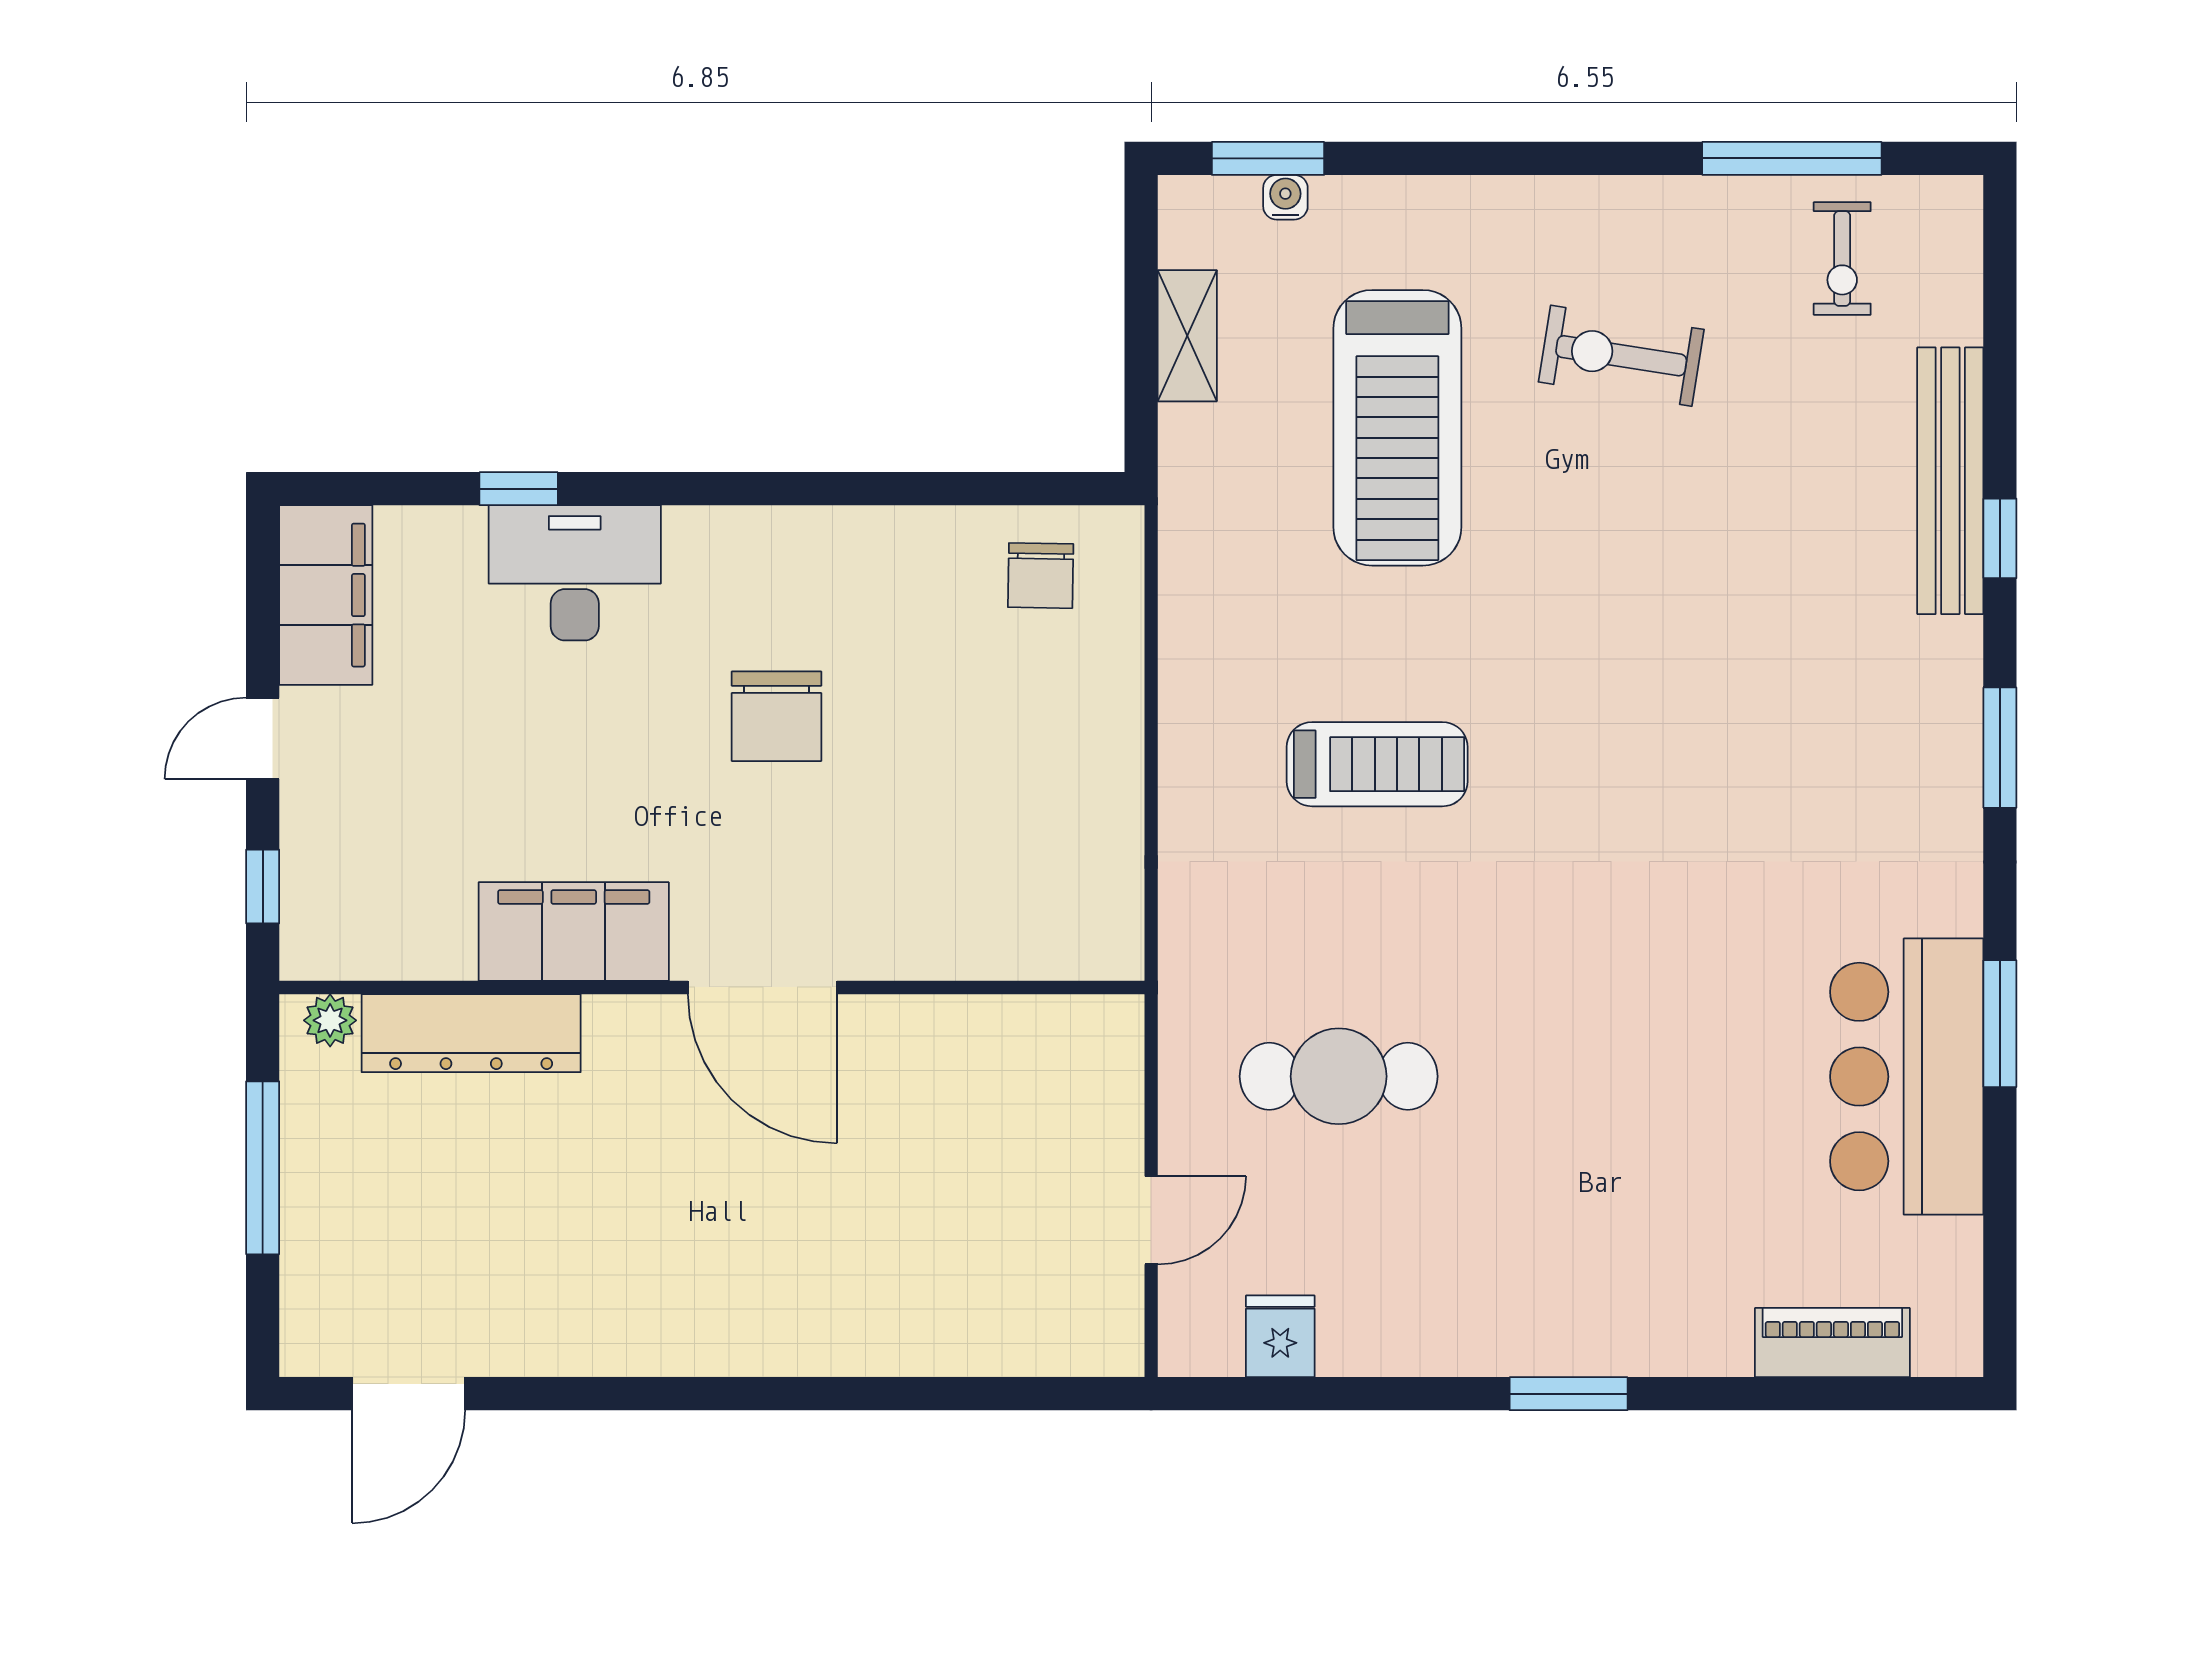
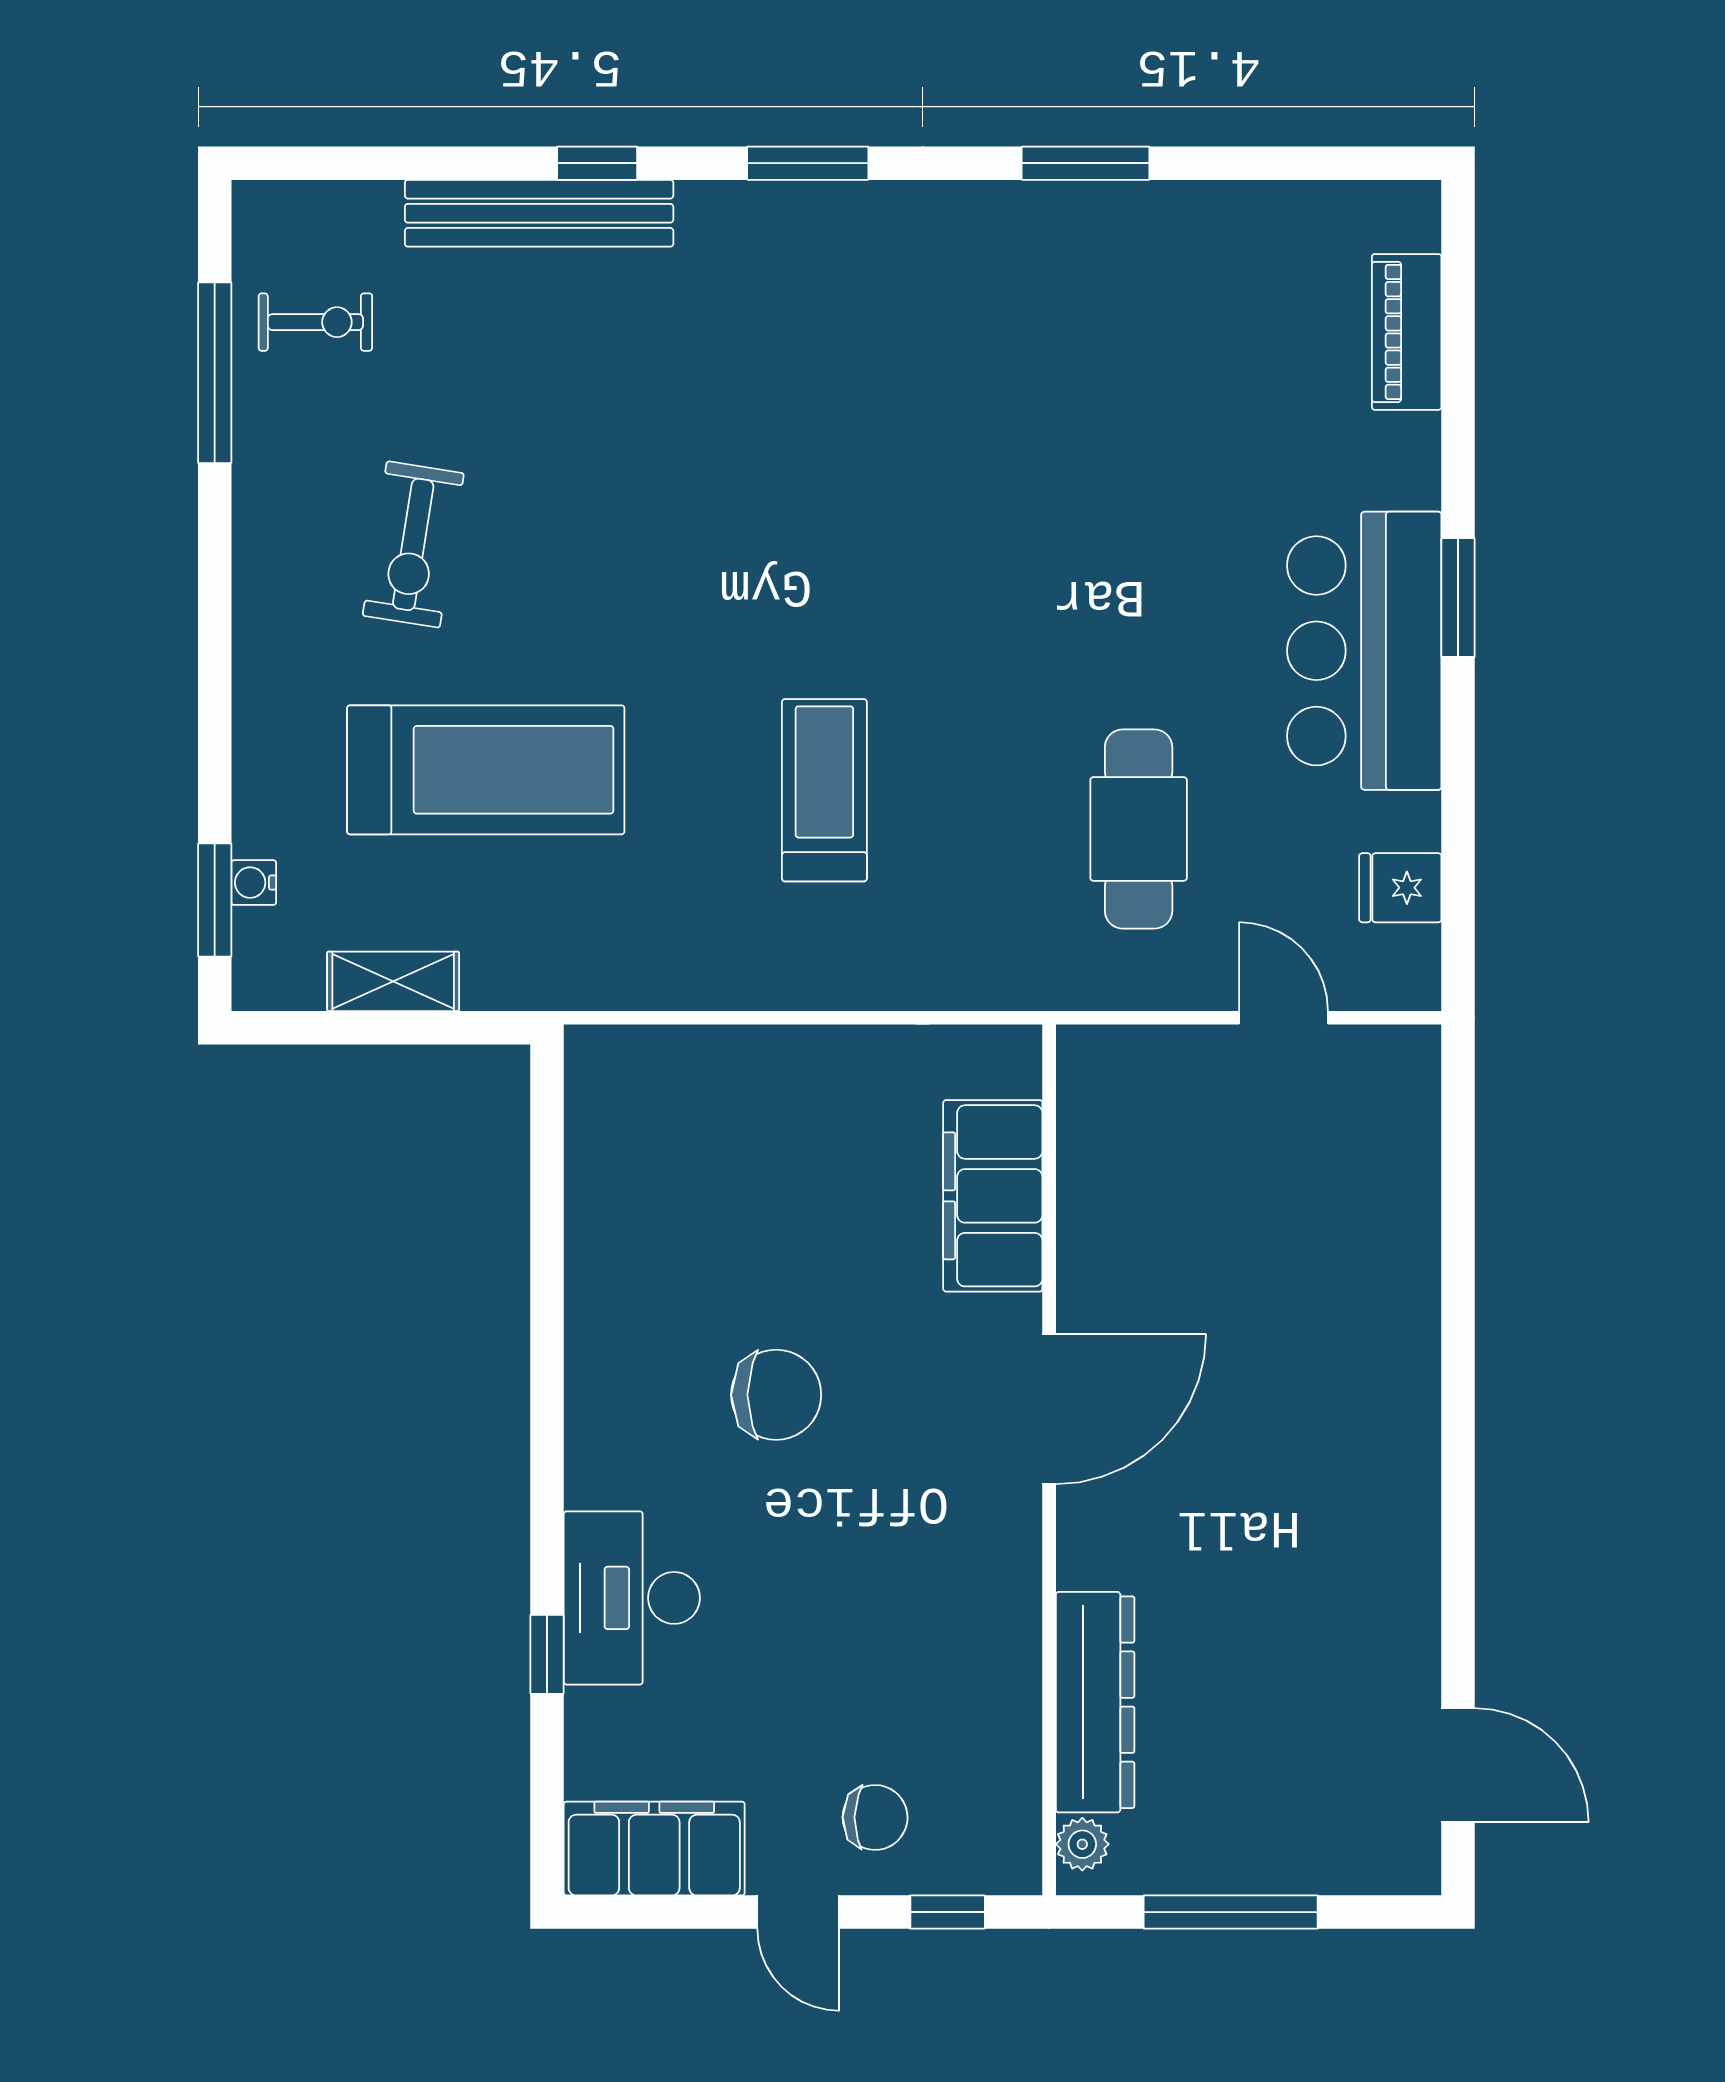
chair: (1041, 576) -> (875, 1817), moved
filing cabinet: (574, 932) -> (993, 1196), moved
bar counter: (1907, 1077) -> (1364, 651), moved, turned 90

